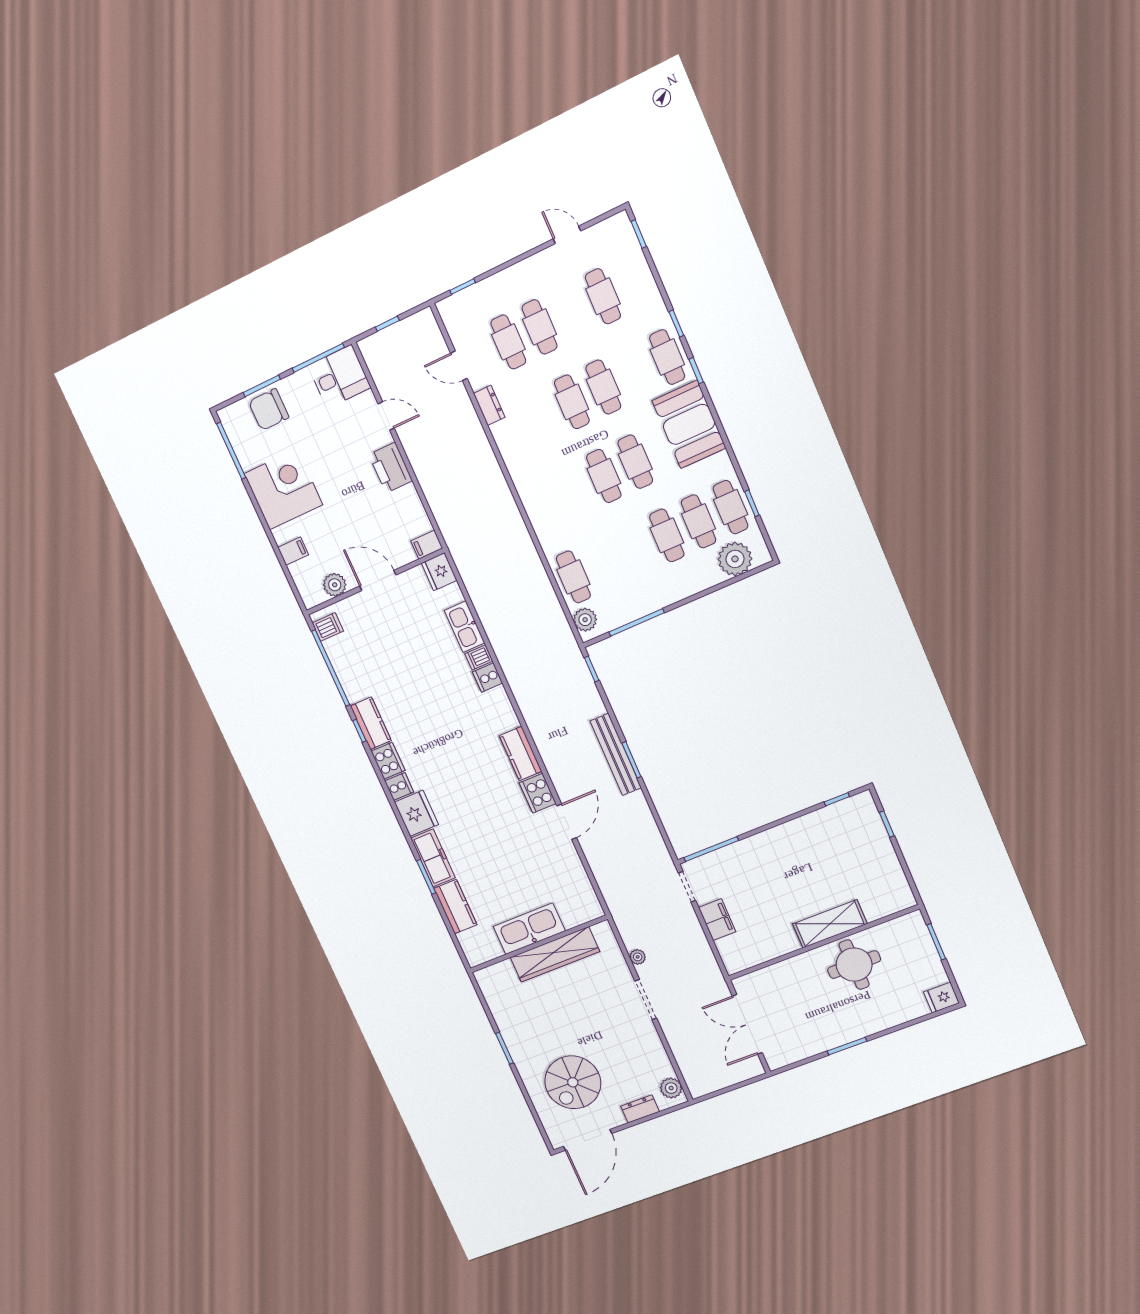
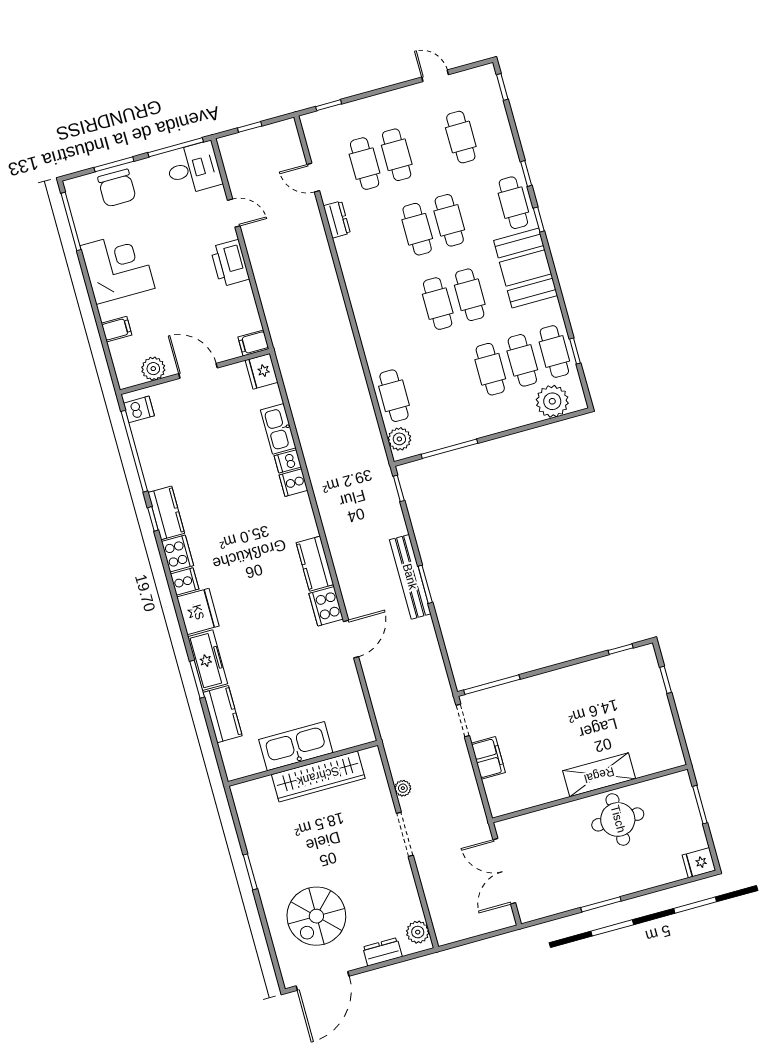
chair: (269, 410) -> (117, 188), turned -90

